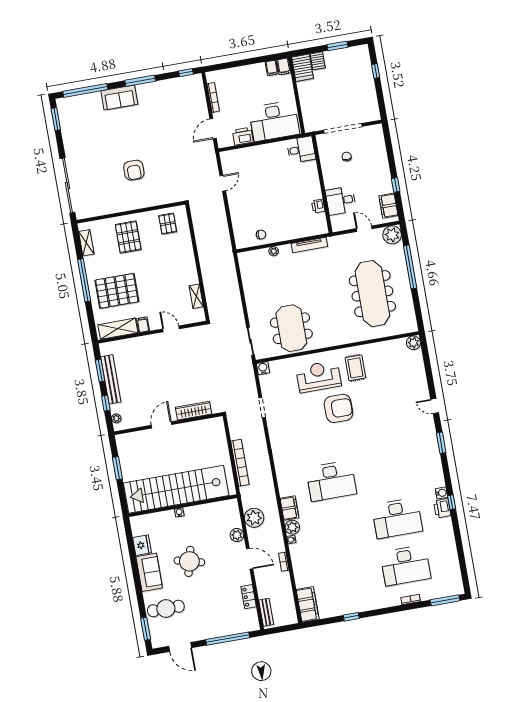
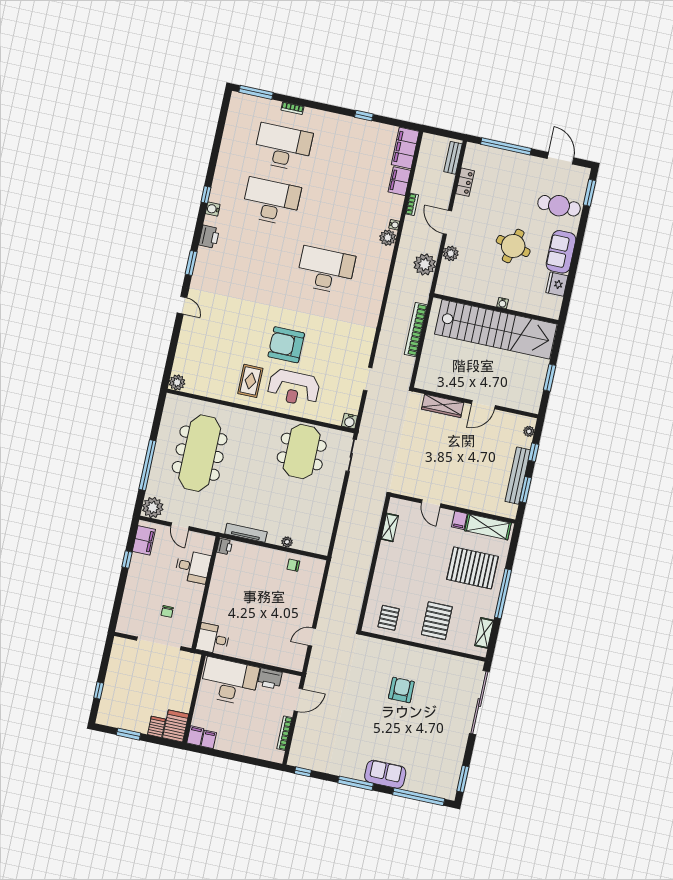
printer: (318, 206) -> (225, 547), moved
filing cabinet: (289, 508) -> (399, 181), moved
printer: (442, 508) -> (209, 237), moved

